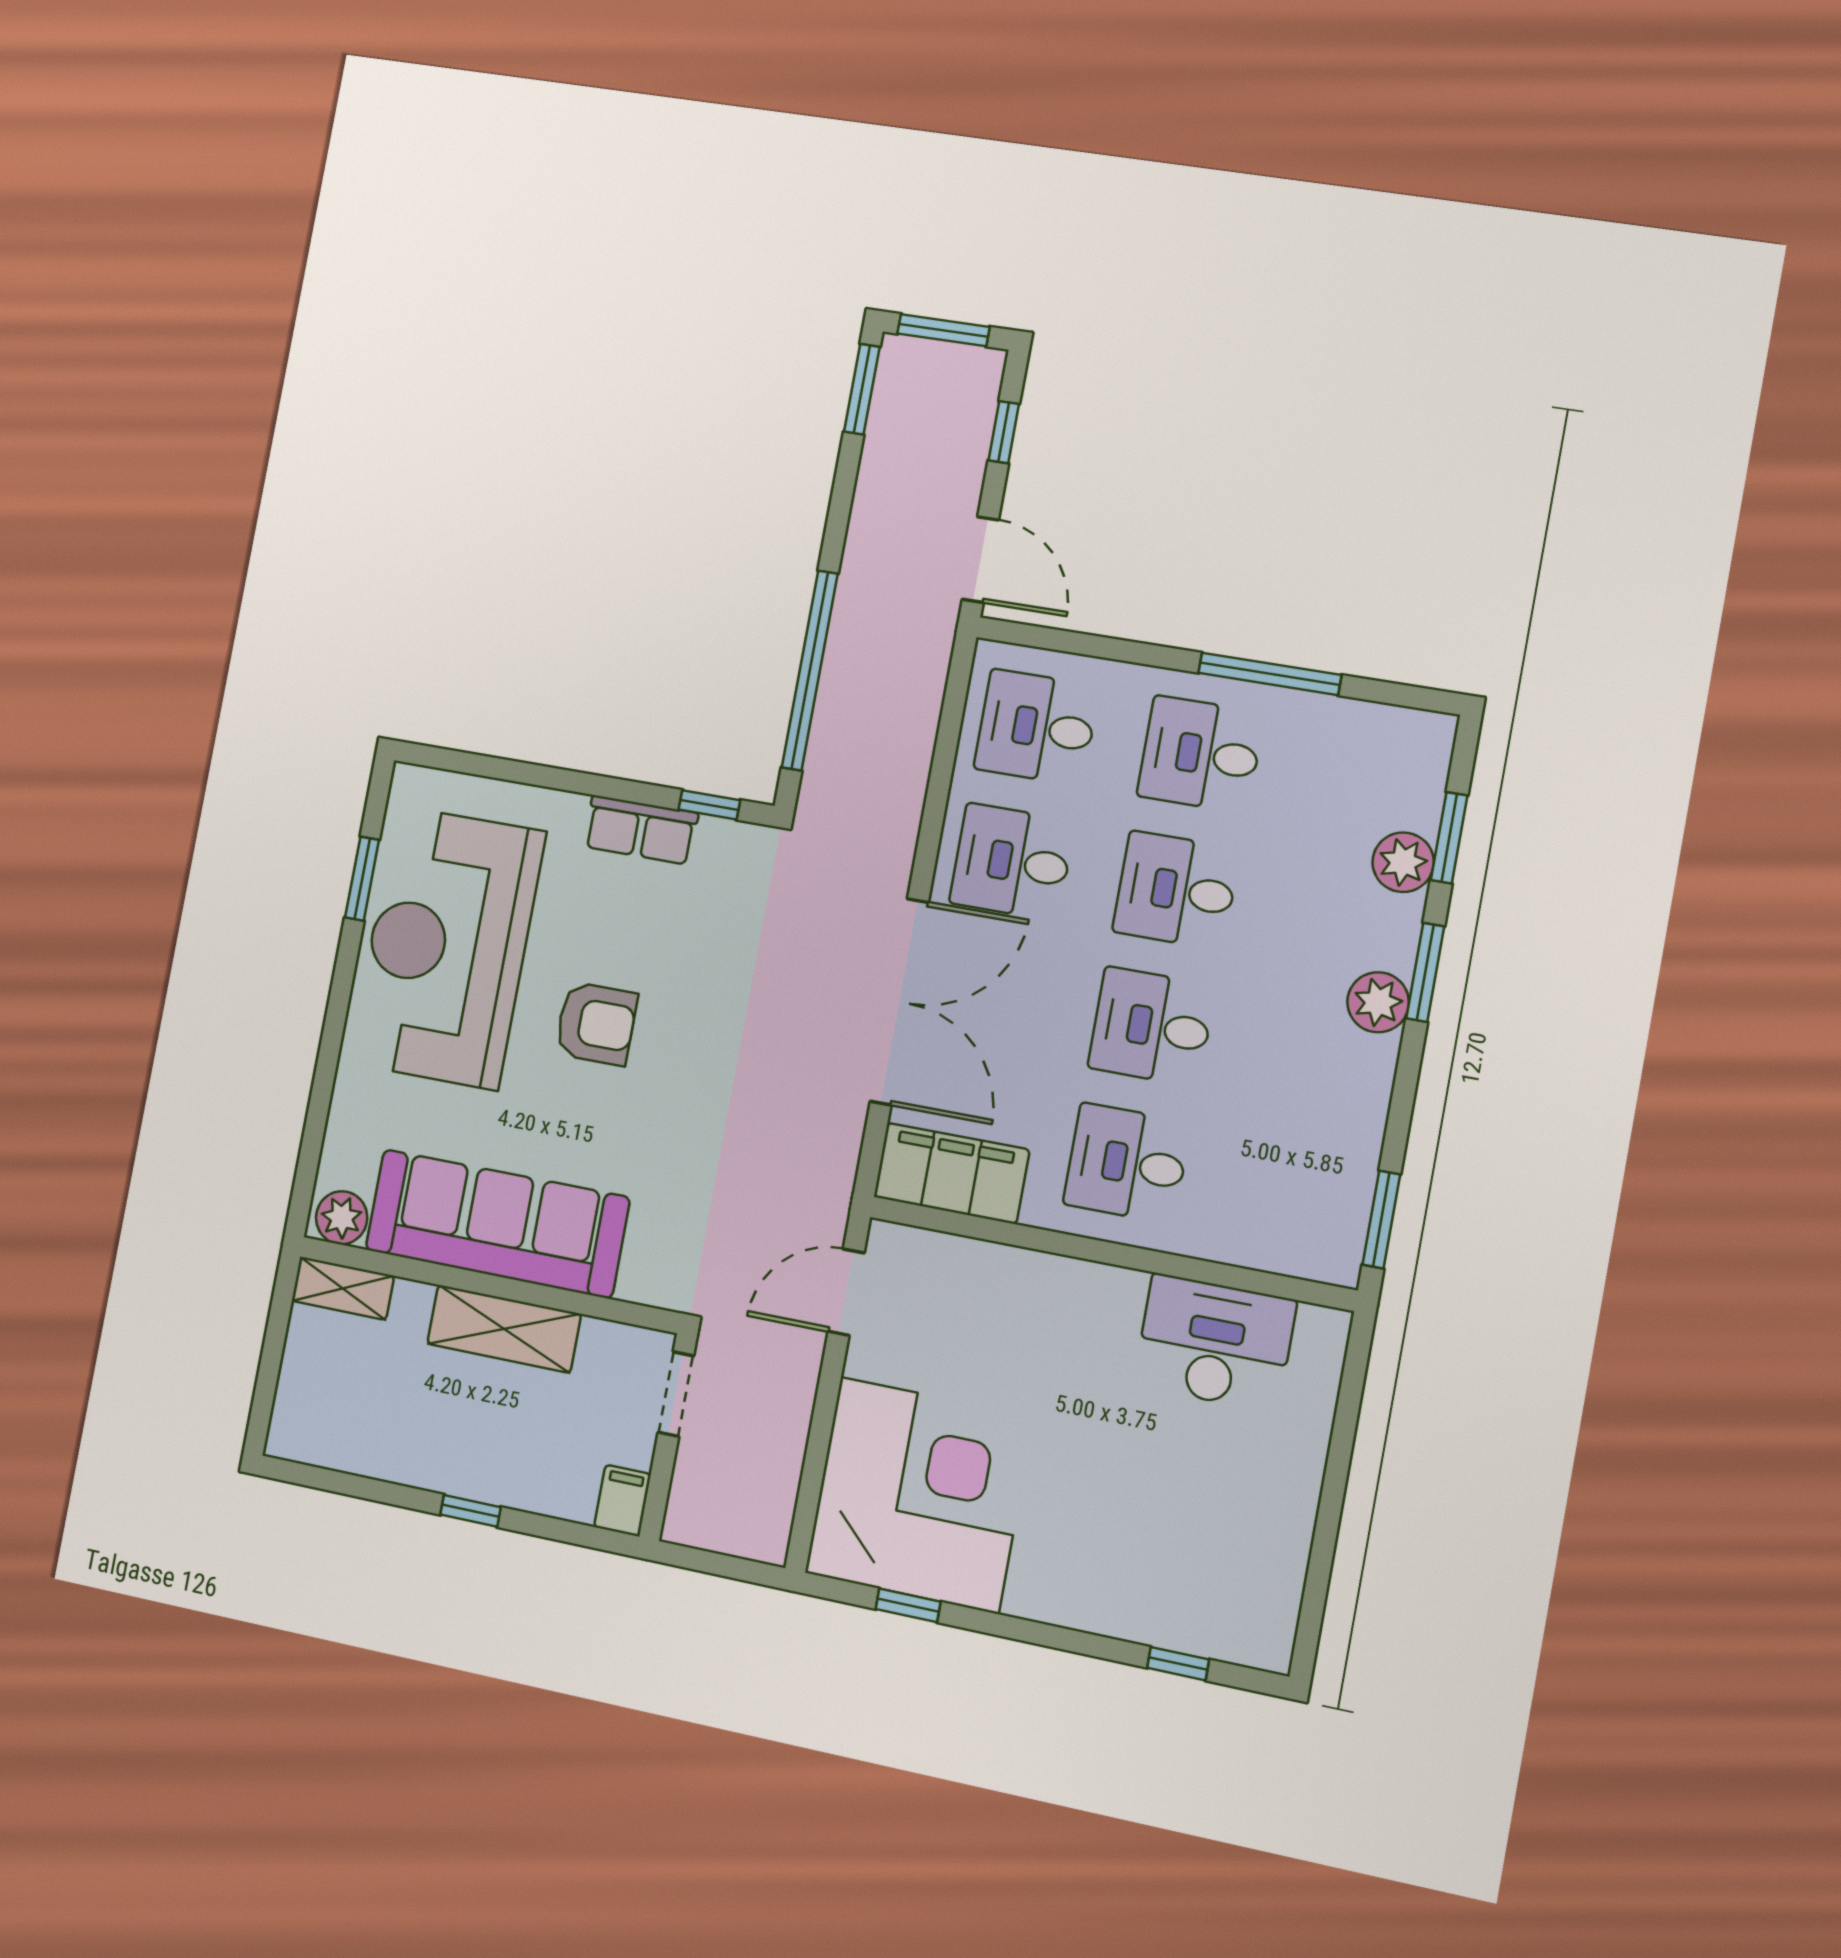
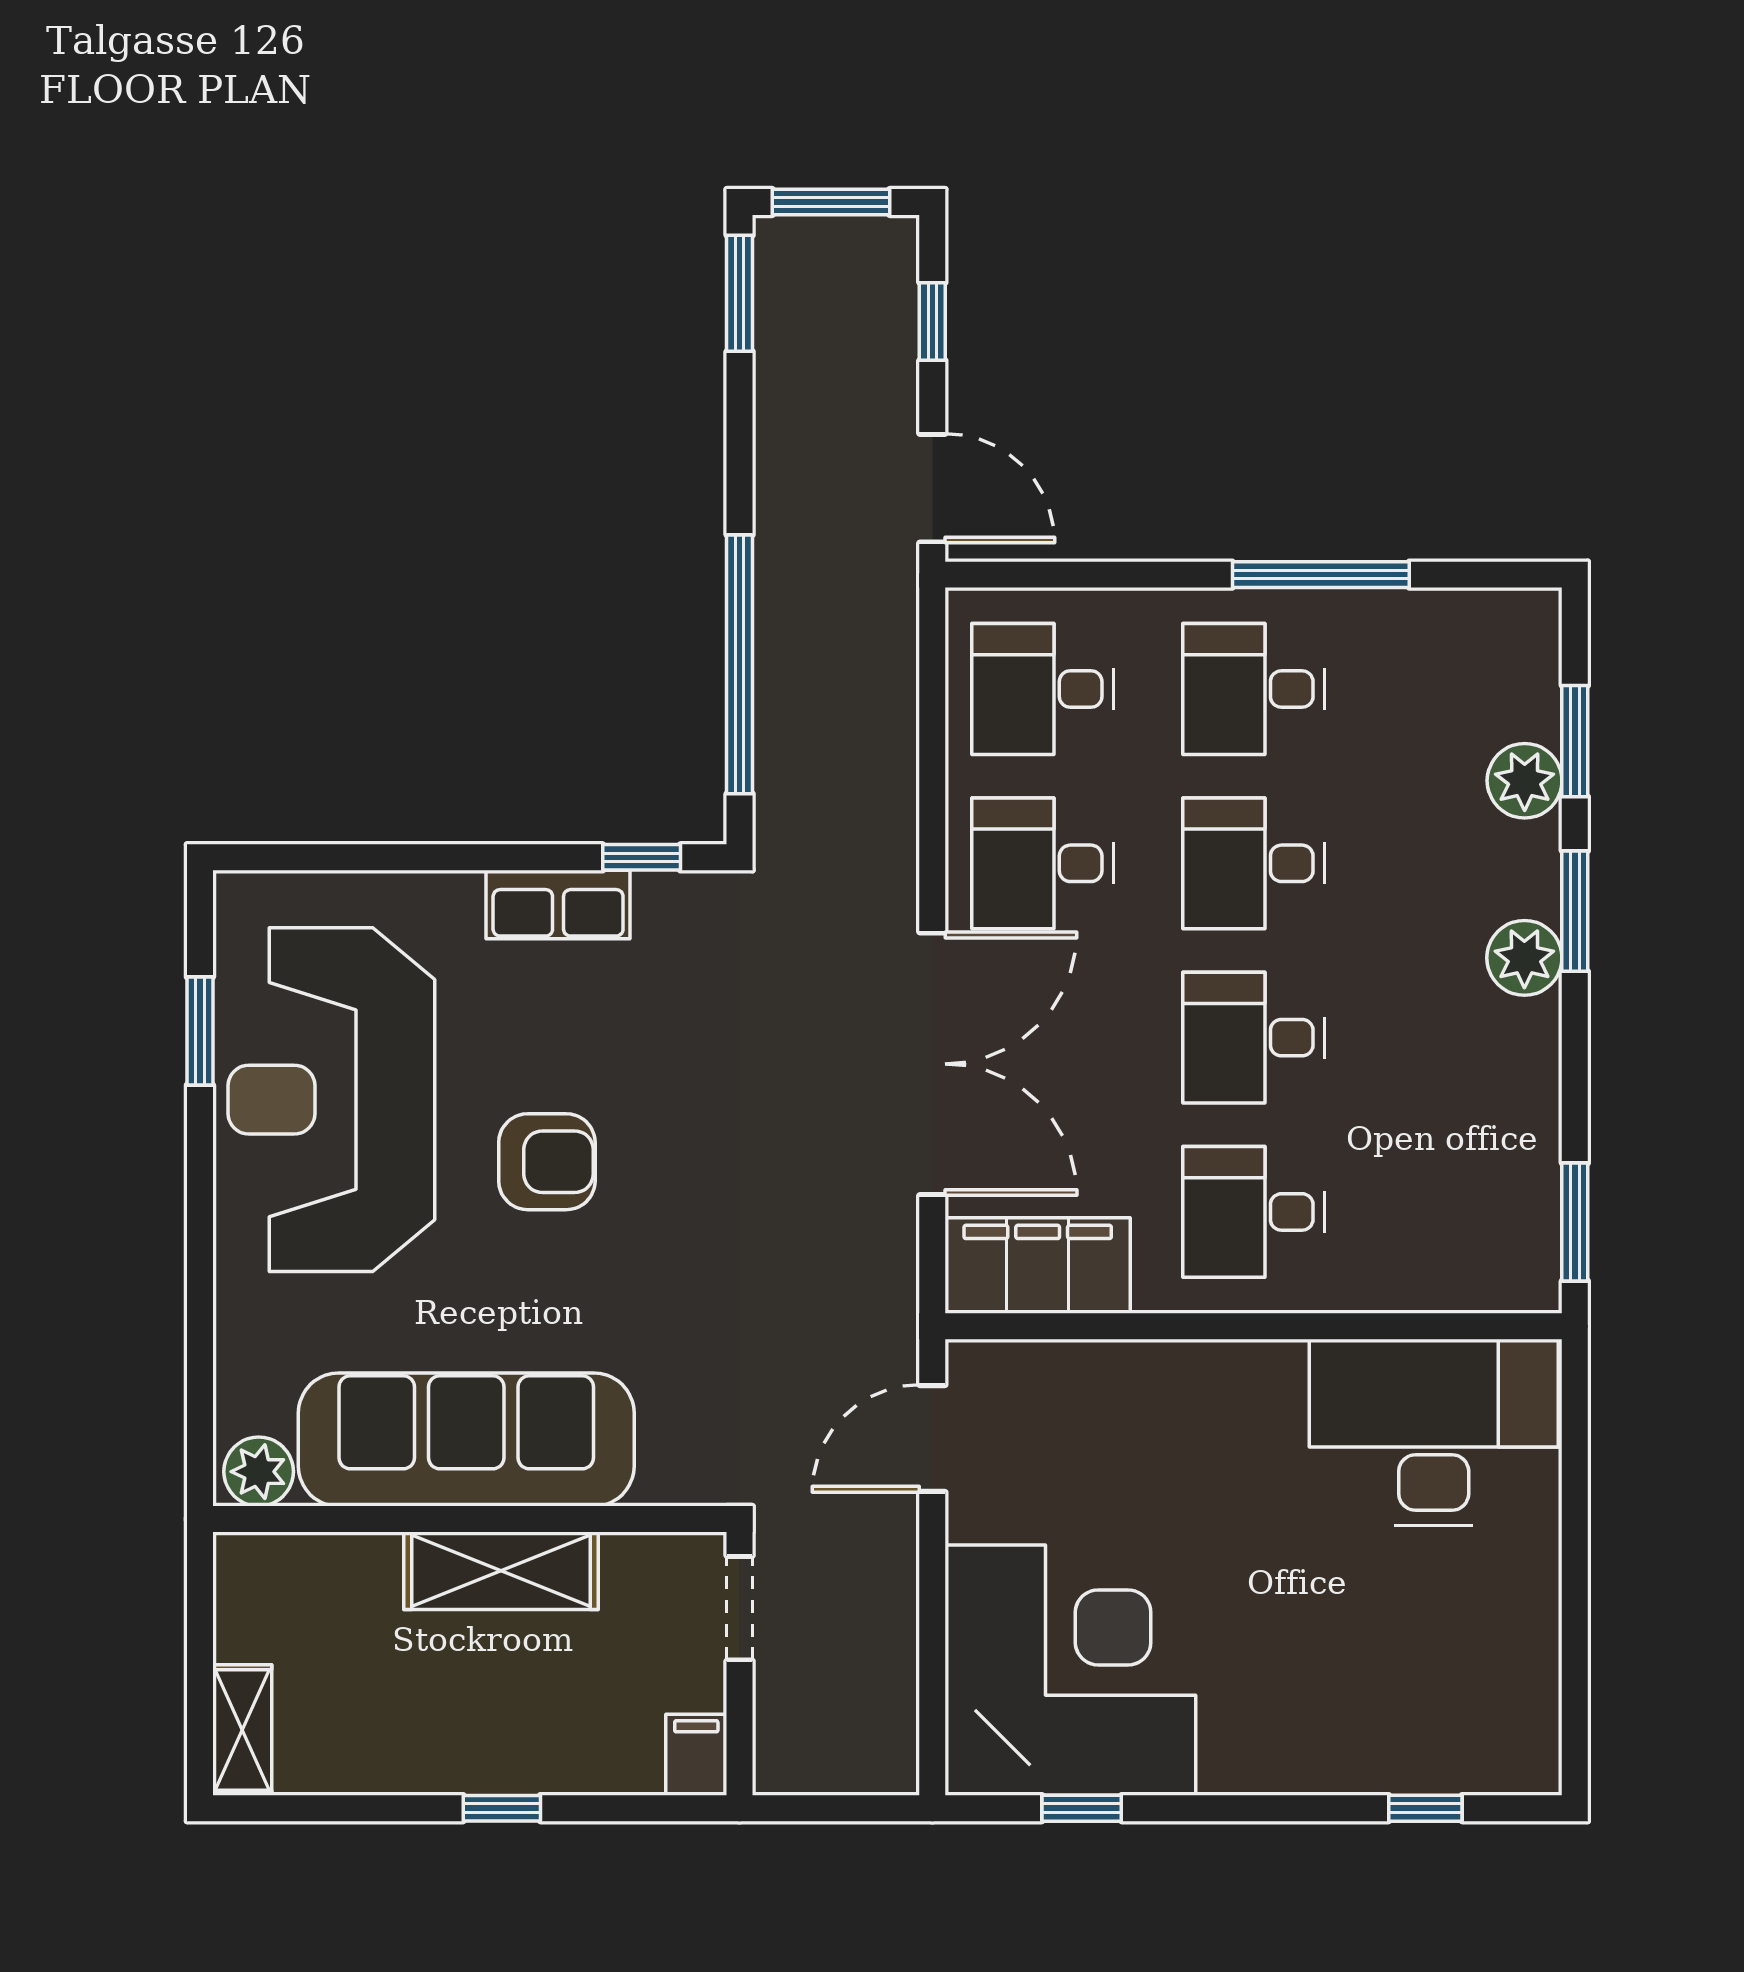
shelving: (343, 1288) -> (242, 1730), moved, turned 90
desk: (1215, 1343) -> (1434, 1432), width x1.36, depth x1.30

